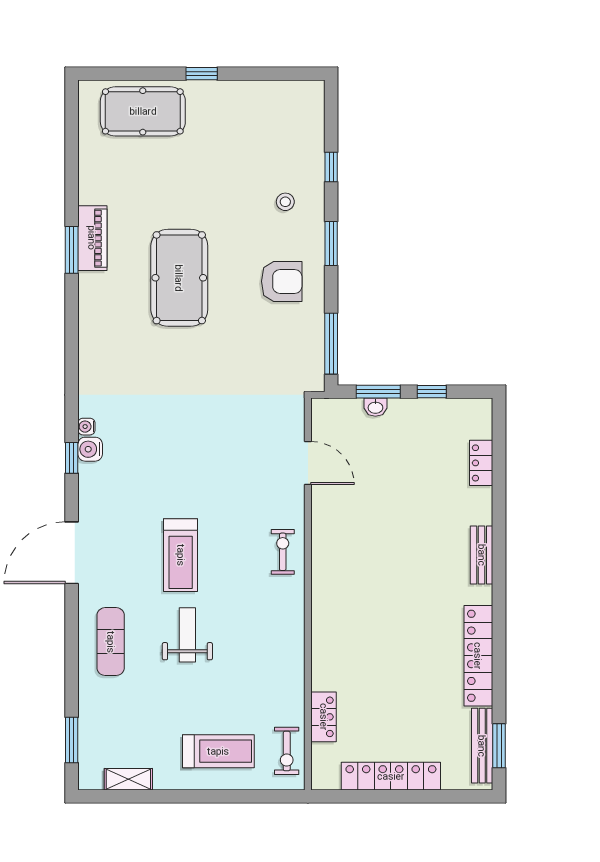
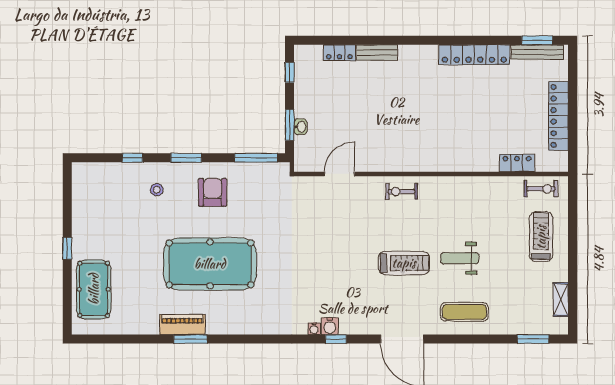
pool table: (179, 278) -> (210, 264), width x1.36, depth x1.32
window: (432, 392) -> (290, 72), moved
bench: (482, 555) -> (377, 52), moved

